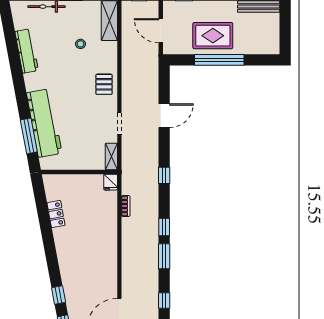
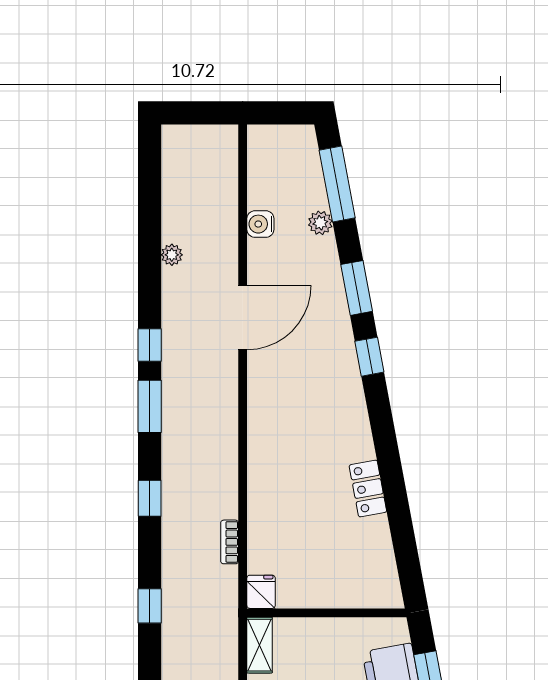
locker: (56, 214) -> (368, 488), moved
window: (164, 256) -> (150, 406), moved

